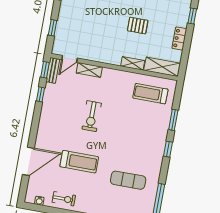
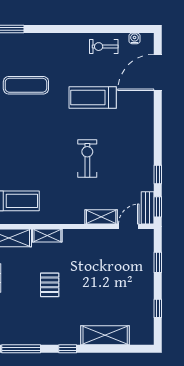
pallet: (138, 26) -> (50, 285), turned 90
door: (28, 161) -> (158, 72), moved

